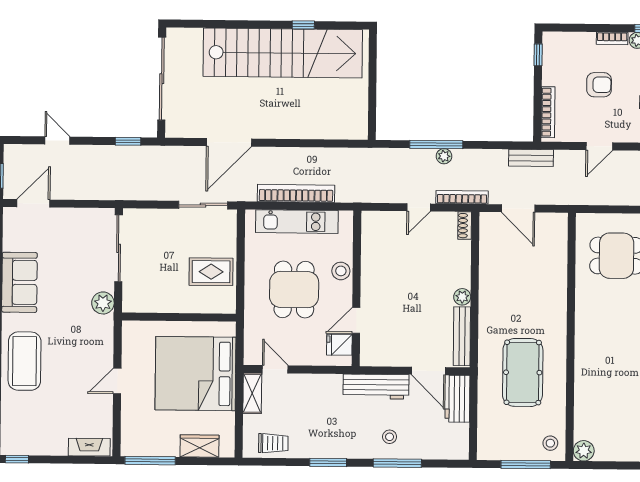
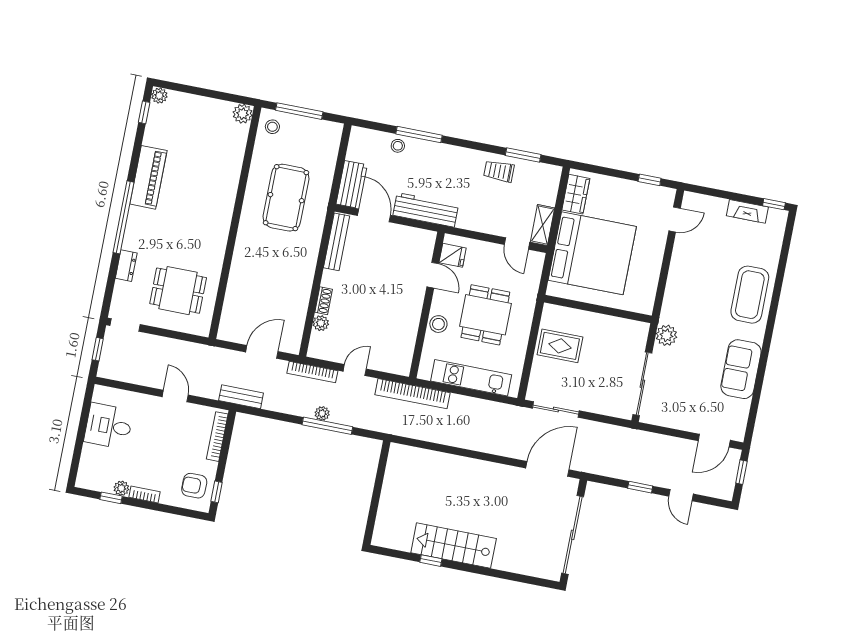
stairs: (283, 53) -> (454, 546), width x0.54, depth x0.66
armchair: (599, 85) -> (194, 486), moved
window: (128, 141) -> (640, 487), moved
door: (229, 142) -> (547, 469), moved
door: (599, 146) -> (175, 396), hinge flipped
bookcase: (296, 193) -> (412, 394), moved
door: (518, 208) -> (262, 352), hinge flipped
shoe rack: (465, 226) -> (324, 301), moved
plant: (462, 297) -> (321, 323), moved
door: (356, 320) -> (433, 275), hinge flipped
door: (117, 381) -> (675, 219), moved
stool: (390, 437) -> (398, 146), moved
trolley: (273, 443) -> (499, 171), moved
wardrobe: (199, 446) -> (576, 194), moved, turned -90
fireplace: (89, 447) -> (747, 211), moved
window: (150, 461) -> (650, 180), width x0.46
window: (328, 462) -> (523, 155), moved

